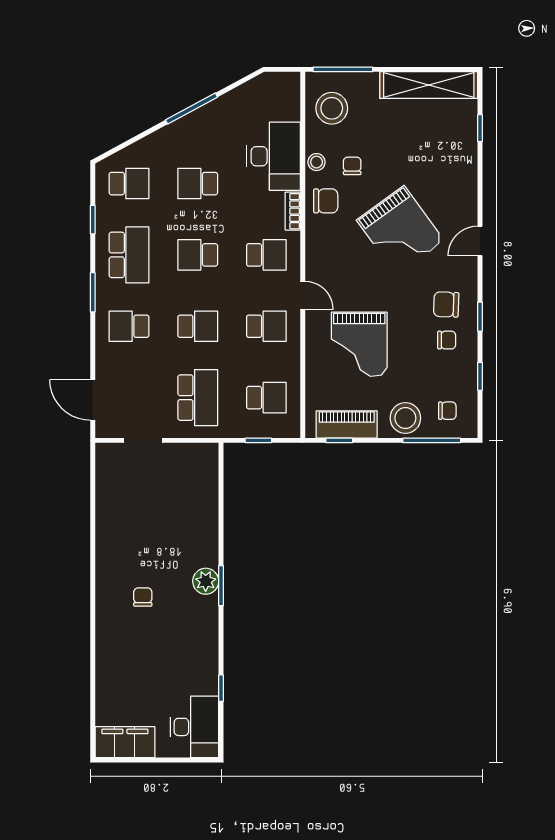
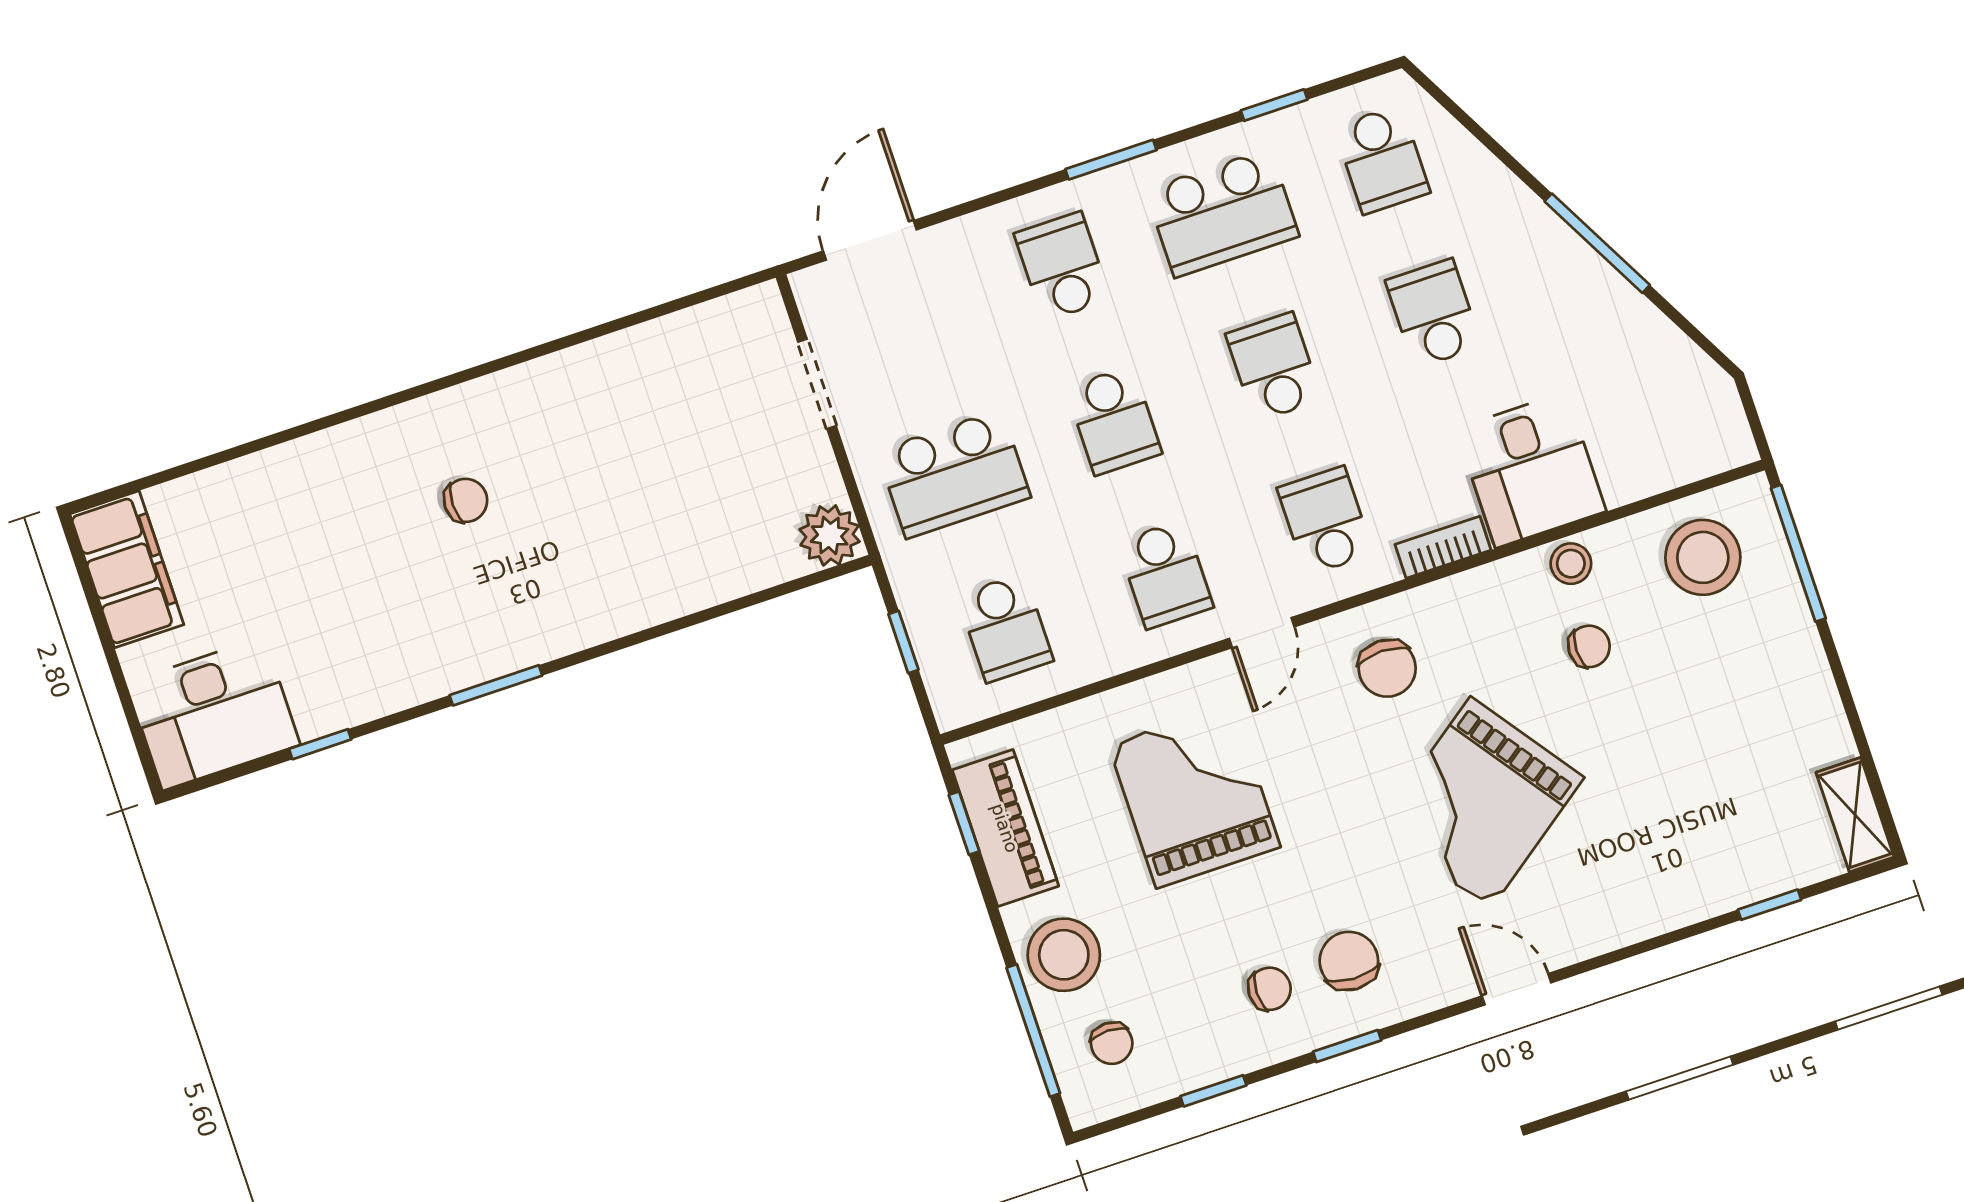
shelving: (429, 85) -> (1855, 815), width x0.45, depth x0.75
desk: (274, 156) -> (1531, 470), width x0.73
chair: (326, 201) -> (1387, 668), moved
school desk: (266, 255) -> (1325, 521), turned 180
chair: (447, 340) -> (1270, 989), turned -90
grand piano: (359, 344) -> (1194, 796), turned 90
plant: (206, 581) -> (830, 535), moved
window: (221, 586) -> (496, 685), moved

